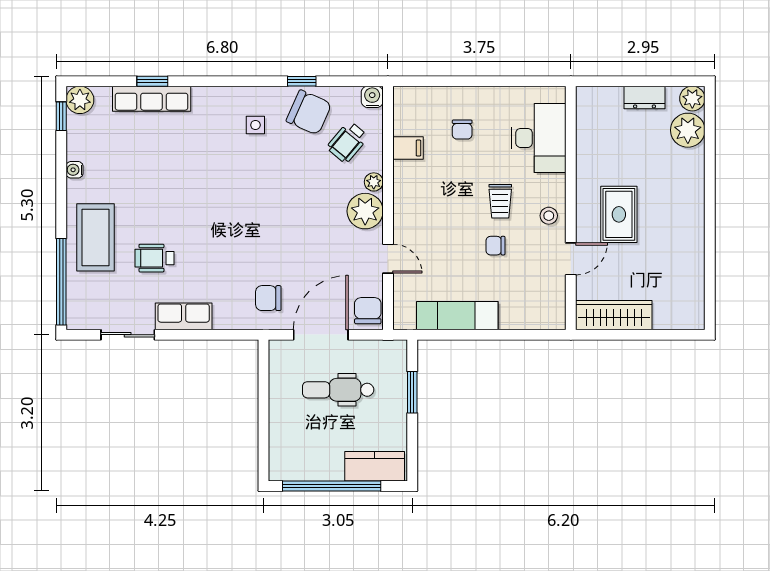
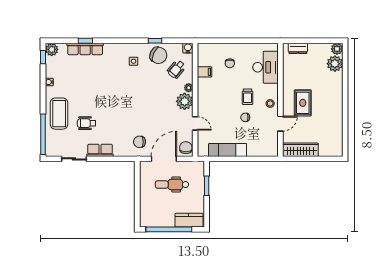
dresser: (644, 97) -> (298, 48), moved

